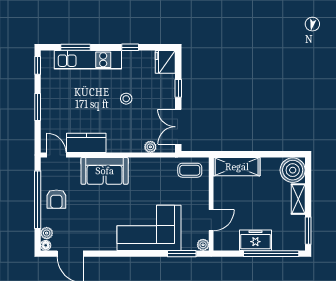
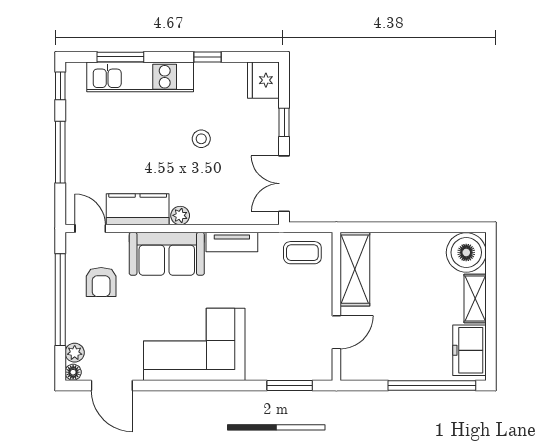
window: (38, 107) -> (60, 152), width x1.44
plant: (150, 147) -> (180, 215), moved
tv unit: (145, 164) -> (232, 242), added
shelving: (237, 167) -> (355, 269), moved, turned 90
armchair: (56, 199) -> (101, 282), moved
corner sofa: (149, 228) -> (194, 344), moved
window: (308, 231) -> (491, 349), removed
freezer: (255, 240) -> (469, 350), moved, turned -90
plant: (203, 245) -> (324, 371), removed

